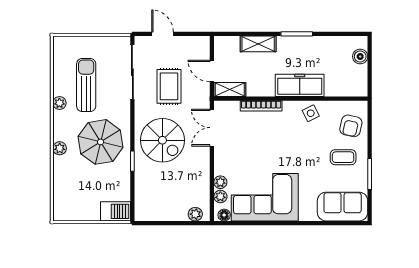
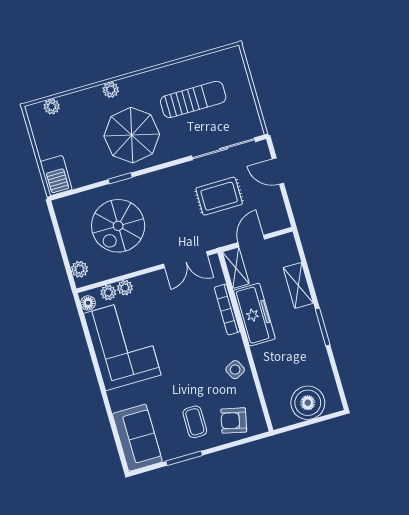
door: (163, 34) -> (278, 171), swing flipped
boiler: (360, 56) -> (308, 403), width x1.86, depth x1.86
freezer: (300, 85) -> (254, 315), moved
plant: (59, 103) -> (52, 107), moved
double door: (212, 128) -> (185, 260), swing flipped
spiral stairs: (162, 140) -> (118, 226), moved

